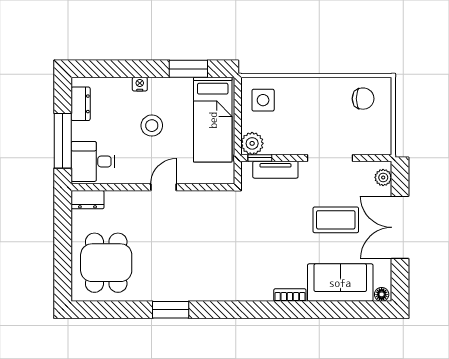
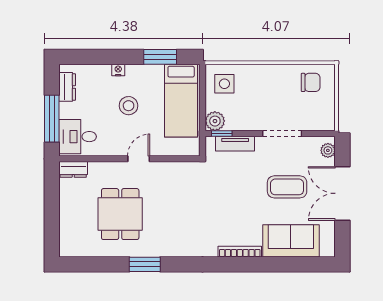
dining table: (106, 263) -> (120, 214), moved
floor lamp: (382, 294) -> (327, 251), removed
bookcase: (290, 295) -> (240, 252), width x1.56

